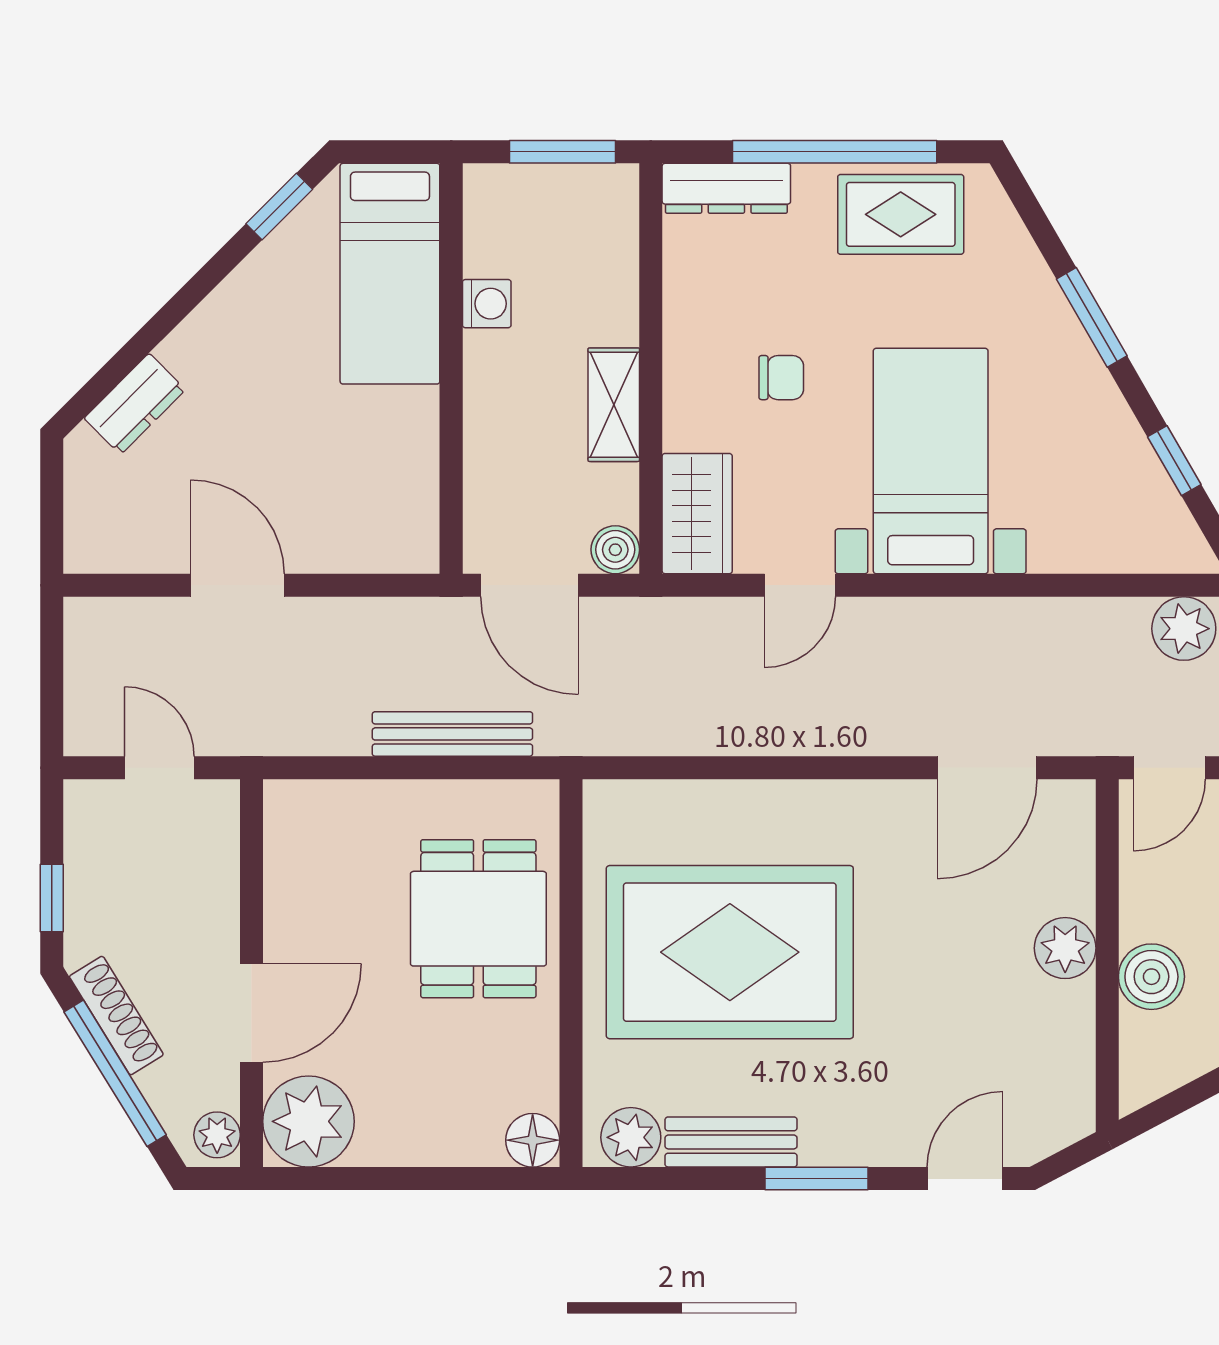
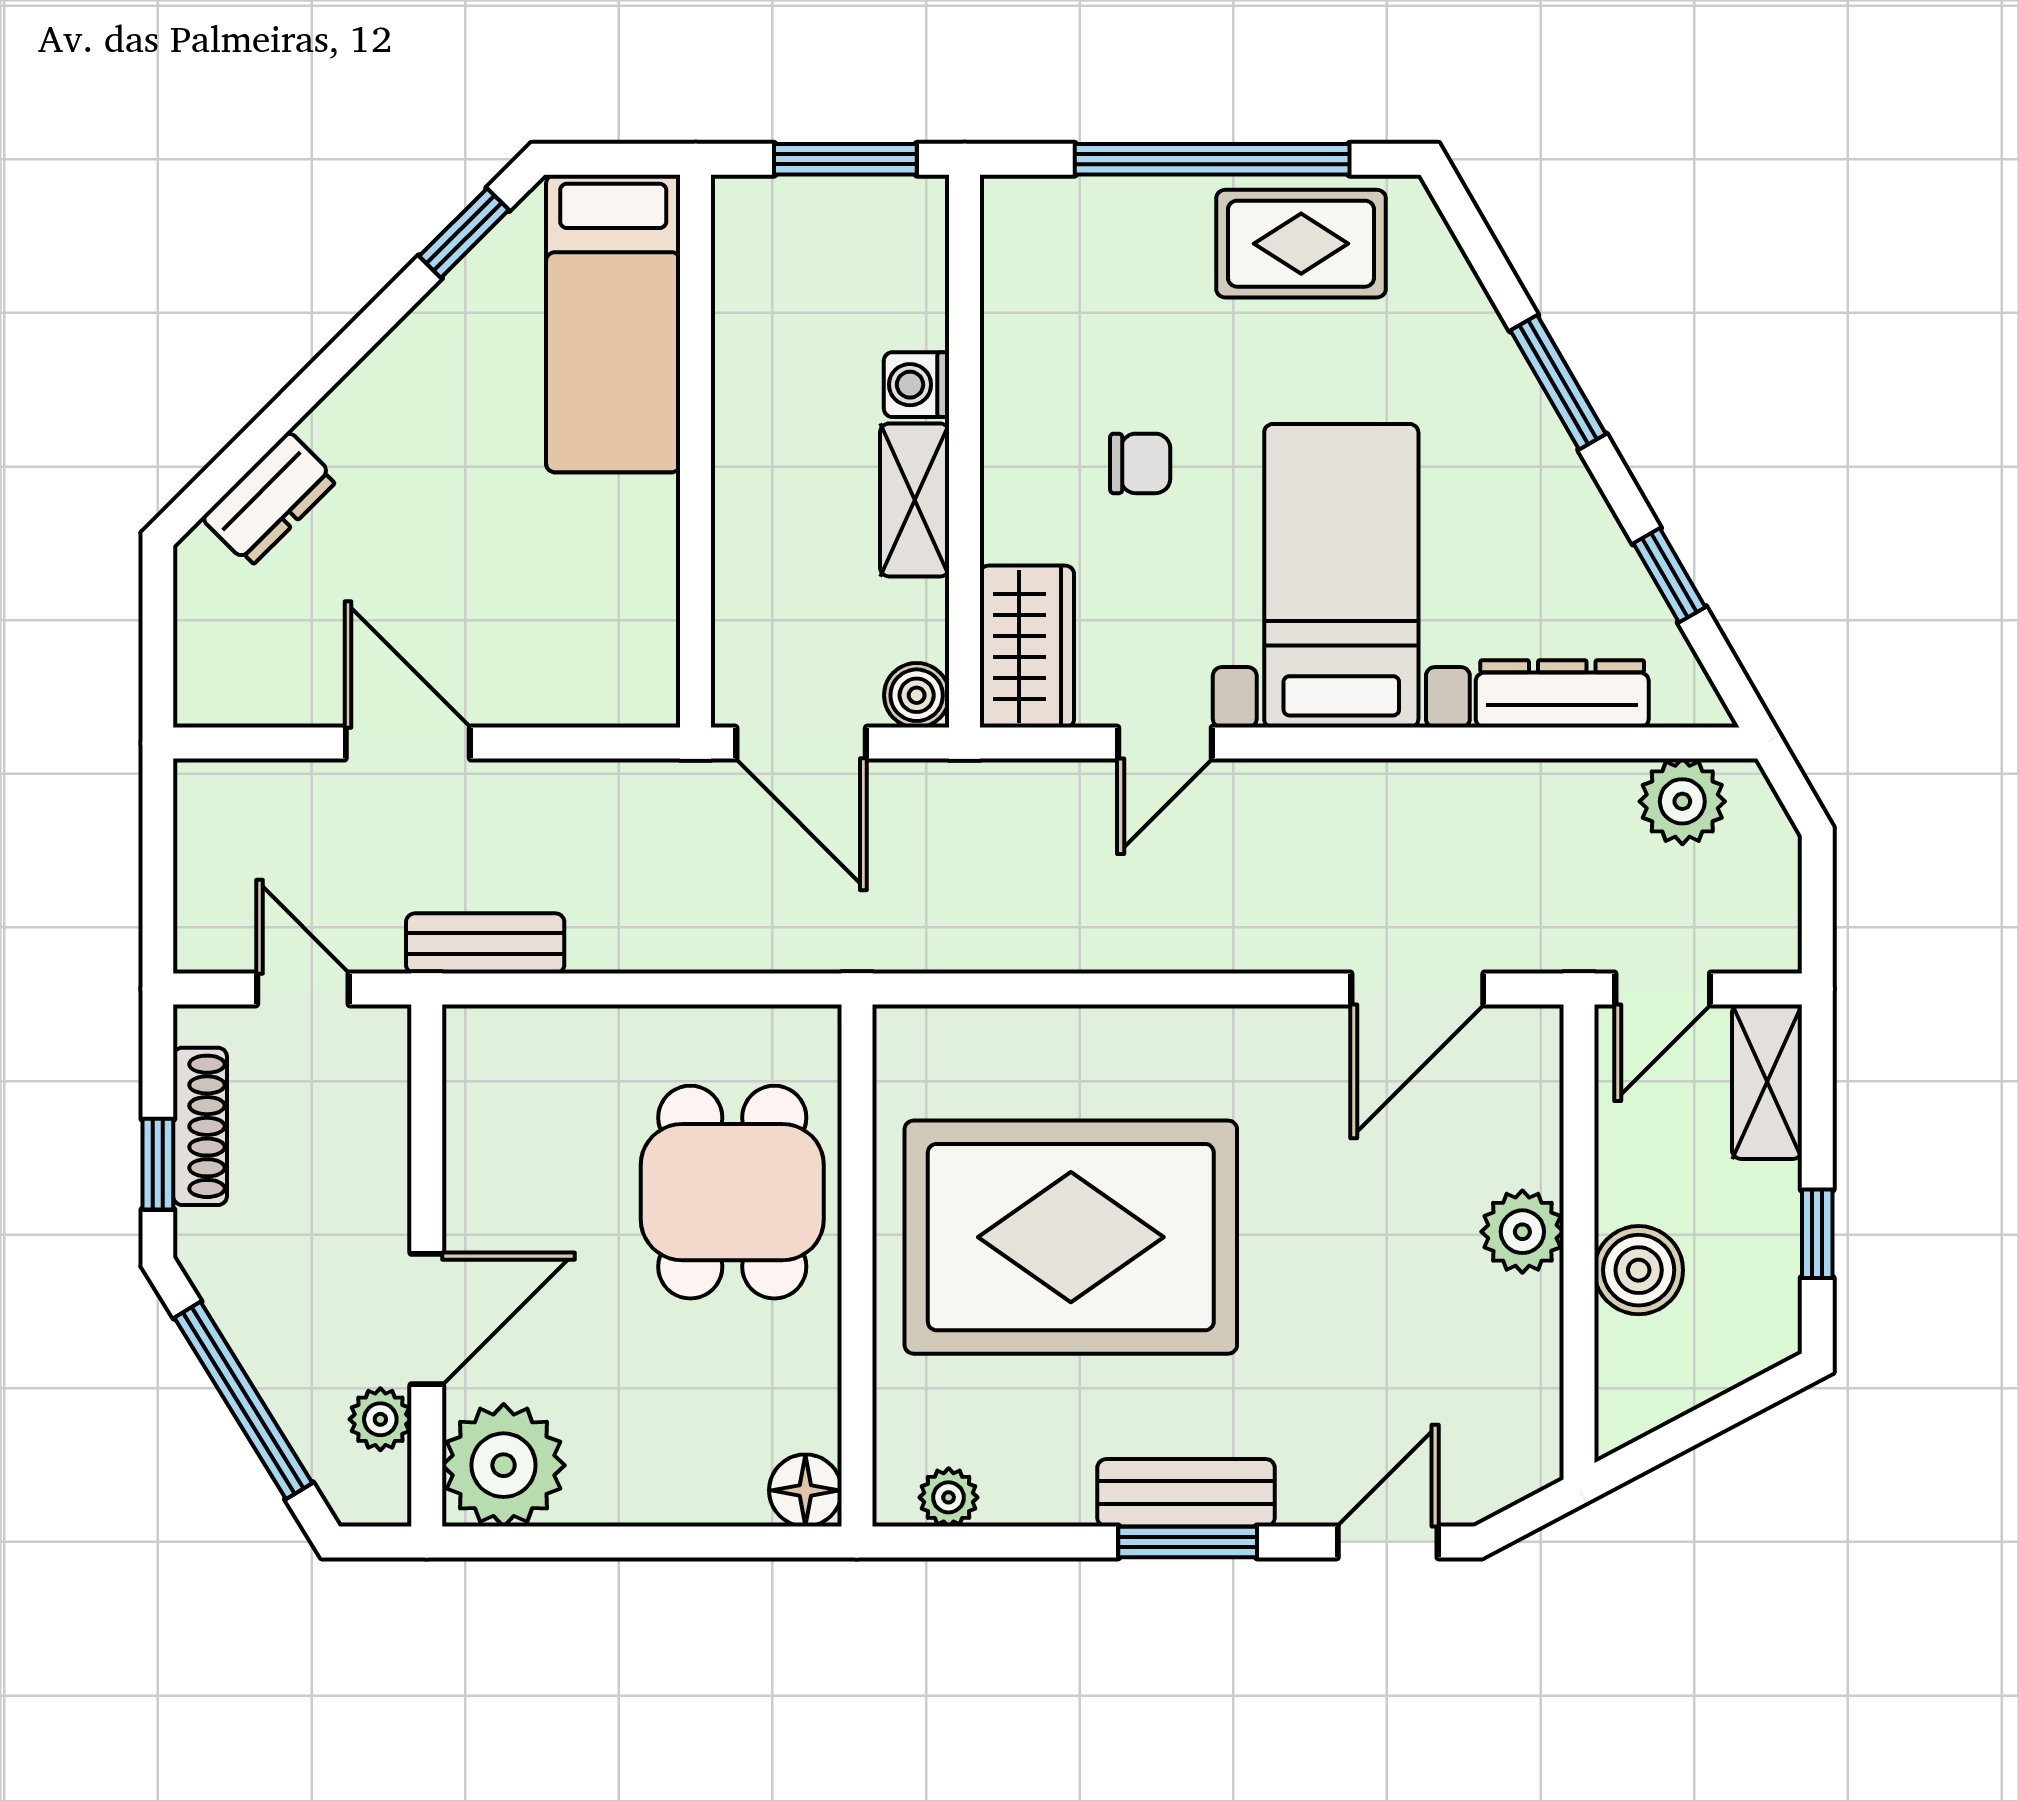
dresser: (726, 188) -> (1562, 694), moved, turned 180
washing machine: (487, 304) -> (917, 385), moved, turned 180
bench: (452, 734) -> (485, 943), moved, width x0.73
shoe rack: (116, 1016) -> (200, 1126), moved, turned 32
plant: (217, 1135) -> (380, 1419), moved
plant: (631, 1137) -> (949, 1497), width x0.73, depth x0.73
bench: (731, 1142) -> (1186, 1493), moved

